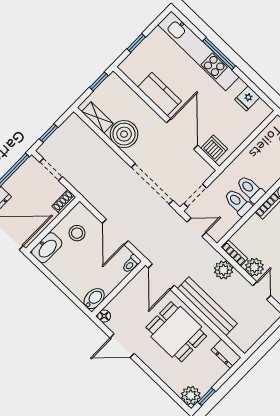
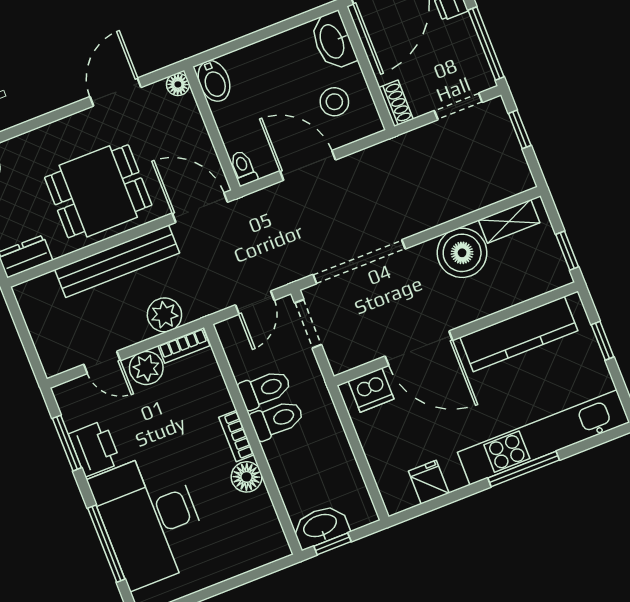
kitchen counter: (159, 94) -> (519, 334), width x1.50

